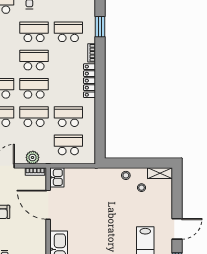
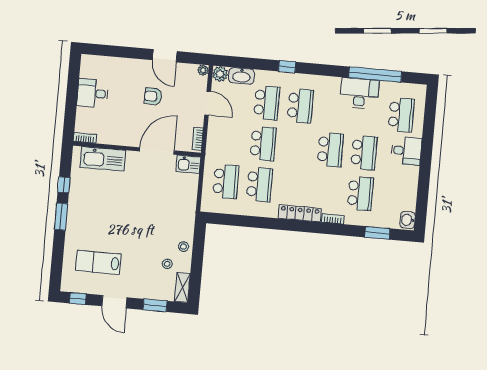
window: (100, 27) -> (377, 233), moved
school desk: (34, 88) -> (297, 147), removed
plant: (33, 157) -> (215, 137), removed
window: (177, 195) -> (155, 305), added

